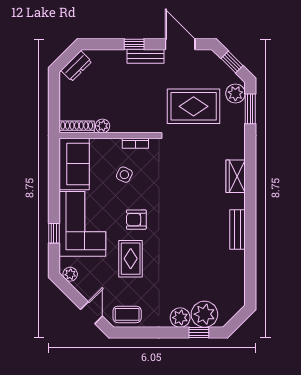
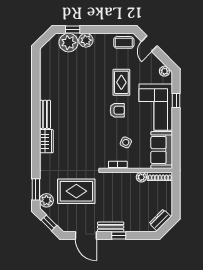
bench: (237, 229) -> (45, 114), moved

